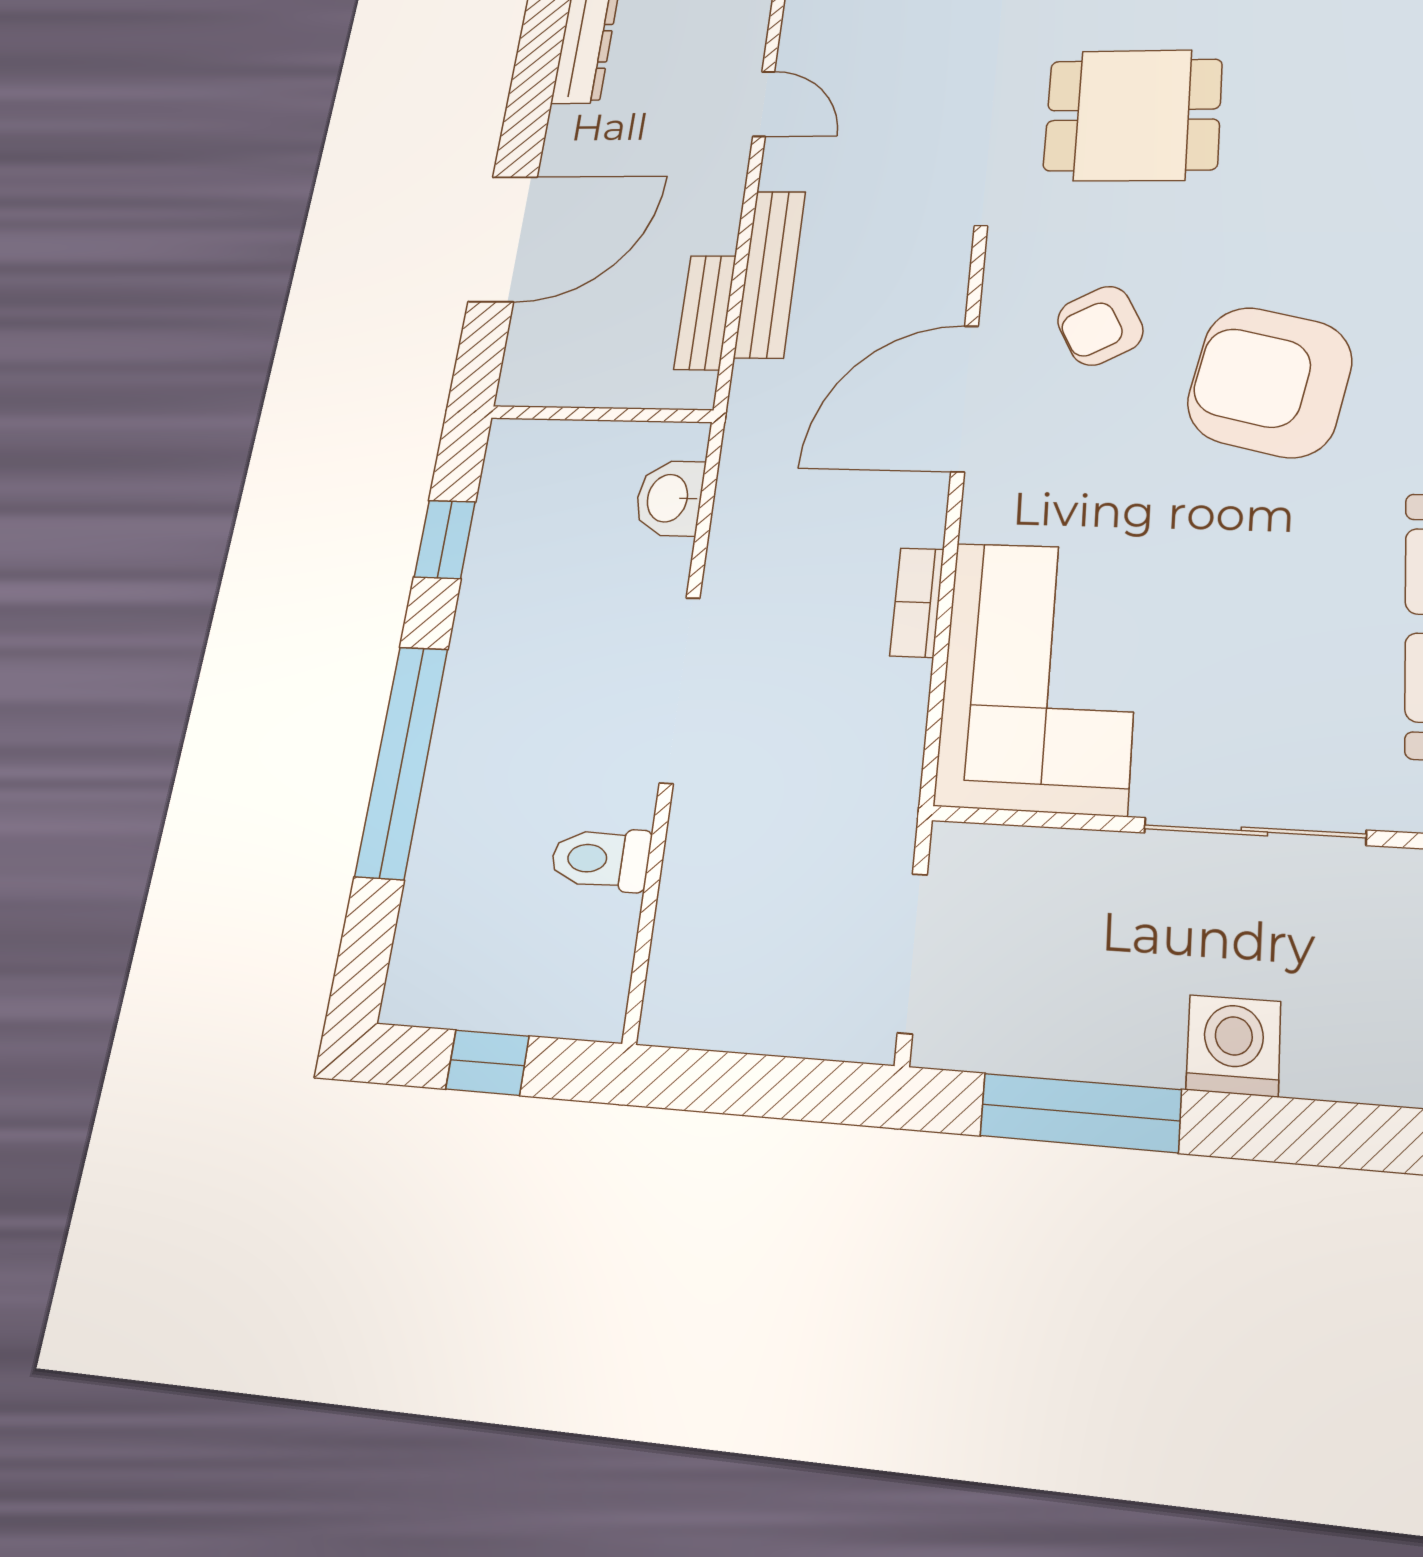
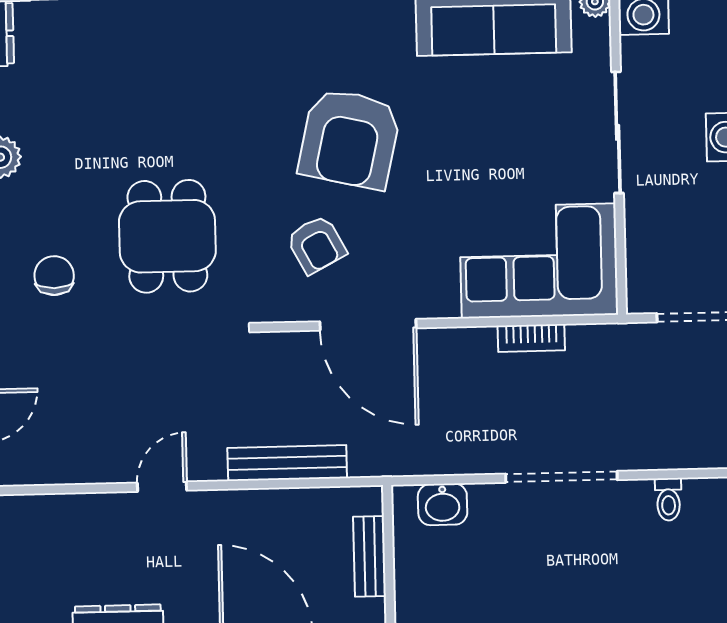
bench: (705, 312) -> (370, 556), moved, turned 90
bookcase: (917, 602) -> (531, 338), moved
toilet: (601, 859) -> (668, 499), width x0.73, depth x0.72

